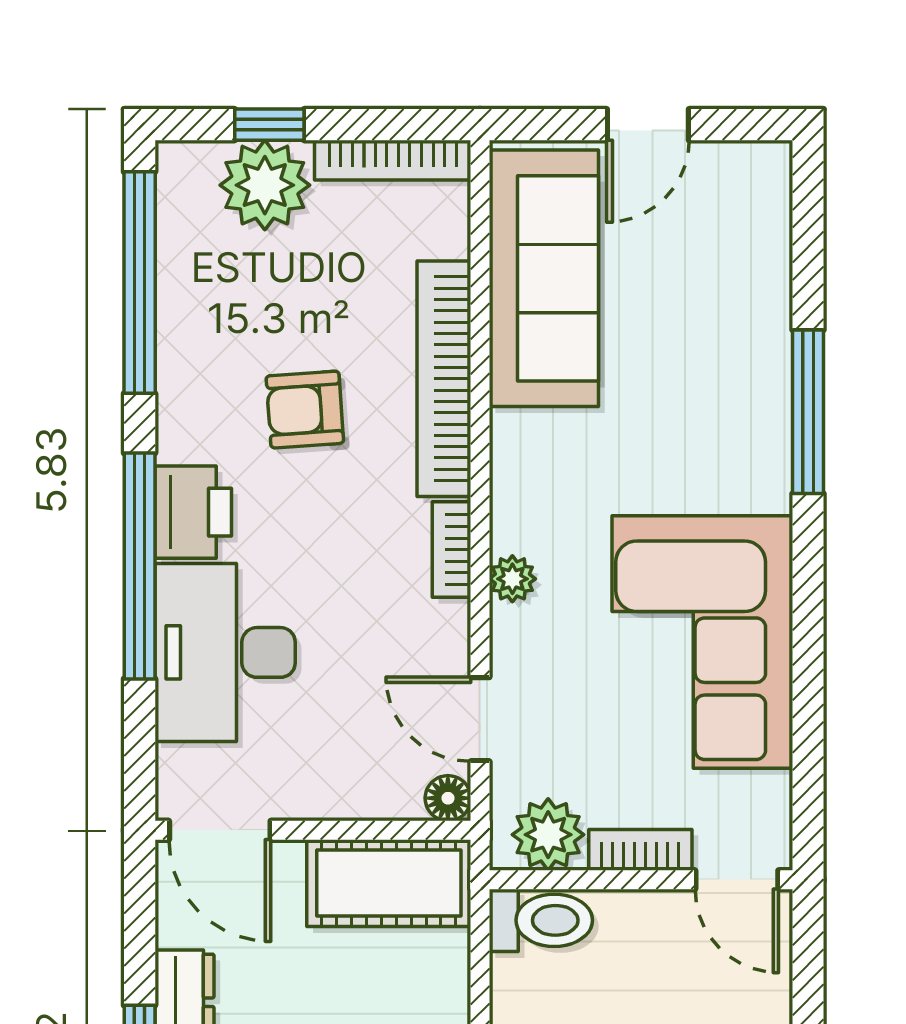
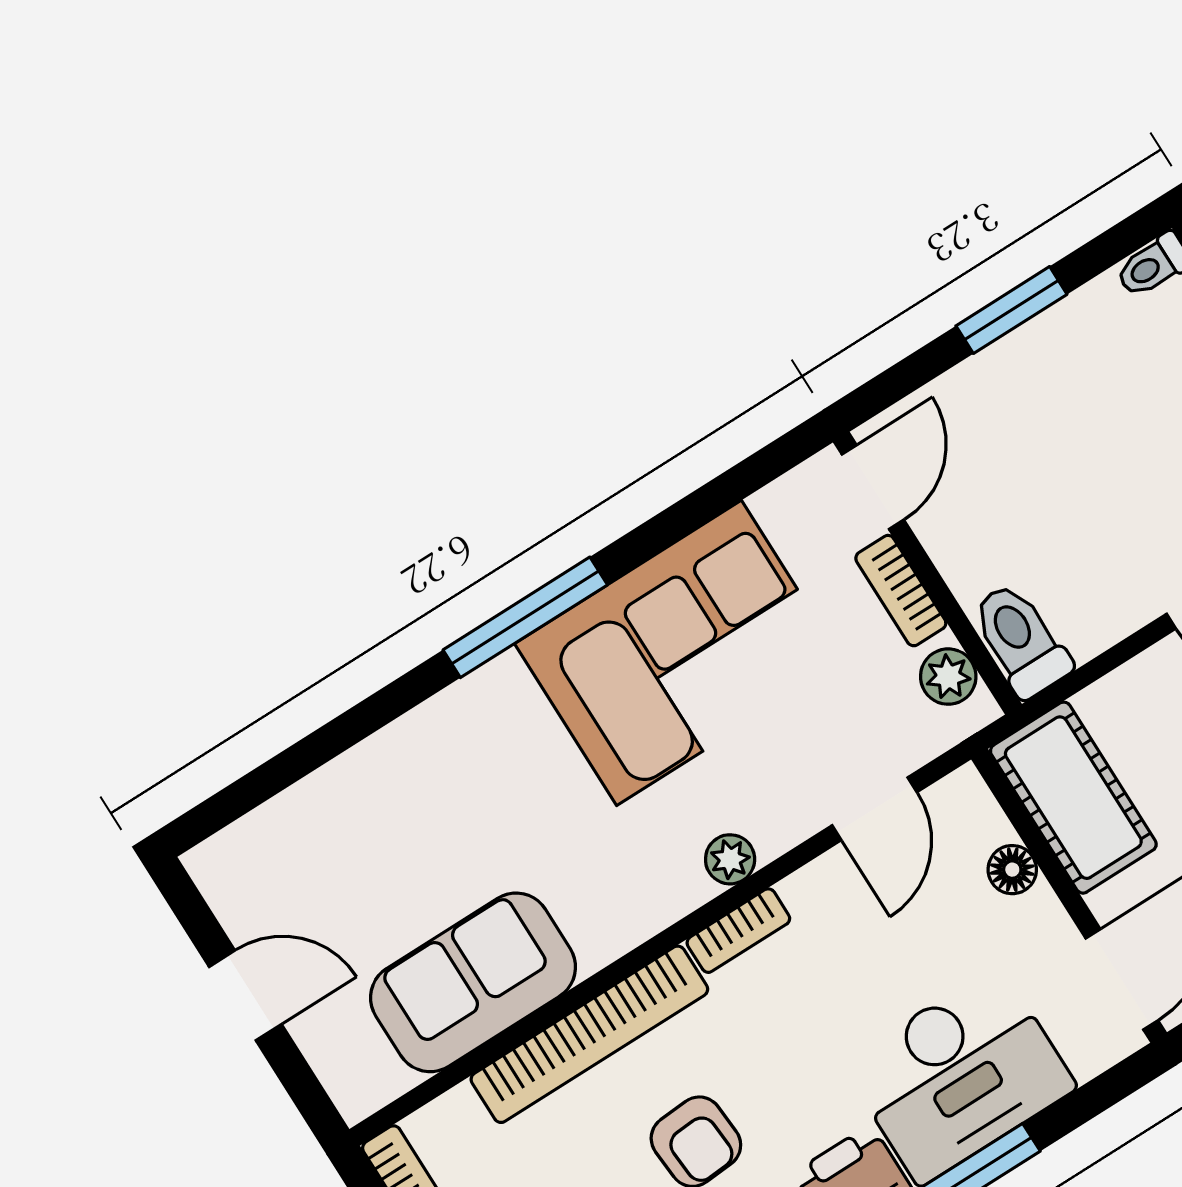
sofa: (544, 278) -> (473, 982), width x0.73
window: (808, 412) -> (525, 617), moved
floor lamp: (448, 798) -> (1012, 870), moved
plant: (548, 835) -> (948, 677), width x0.73, depth x0.73

